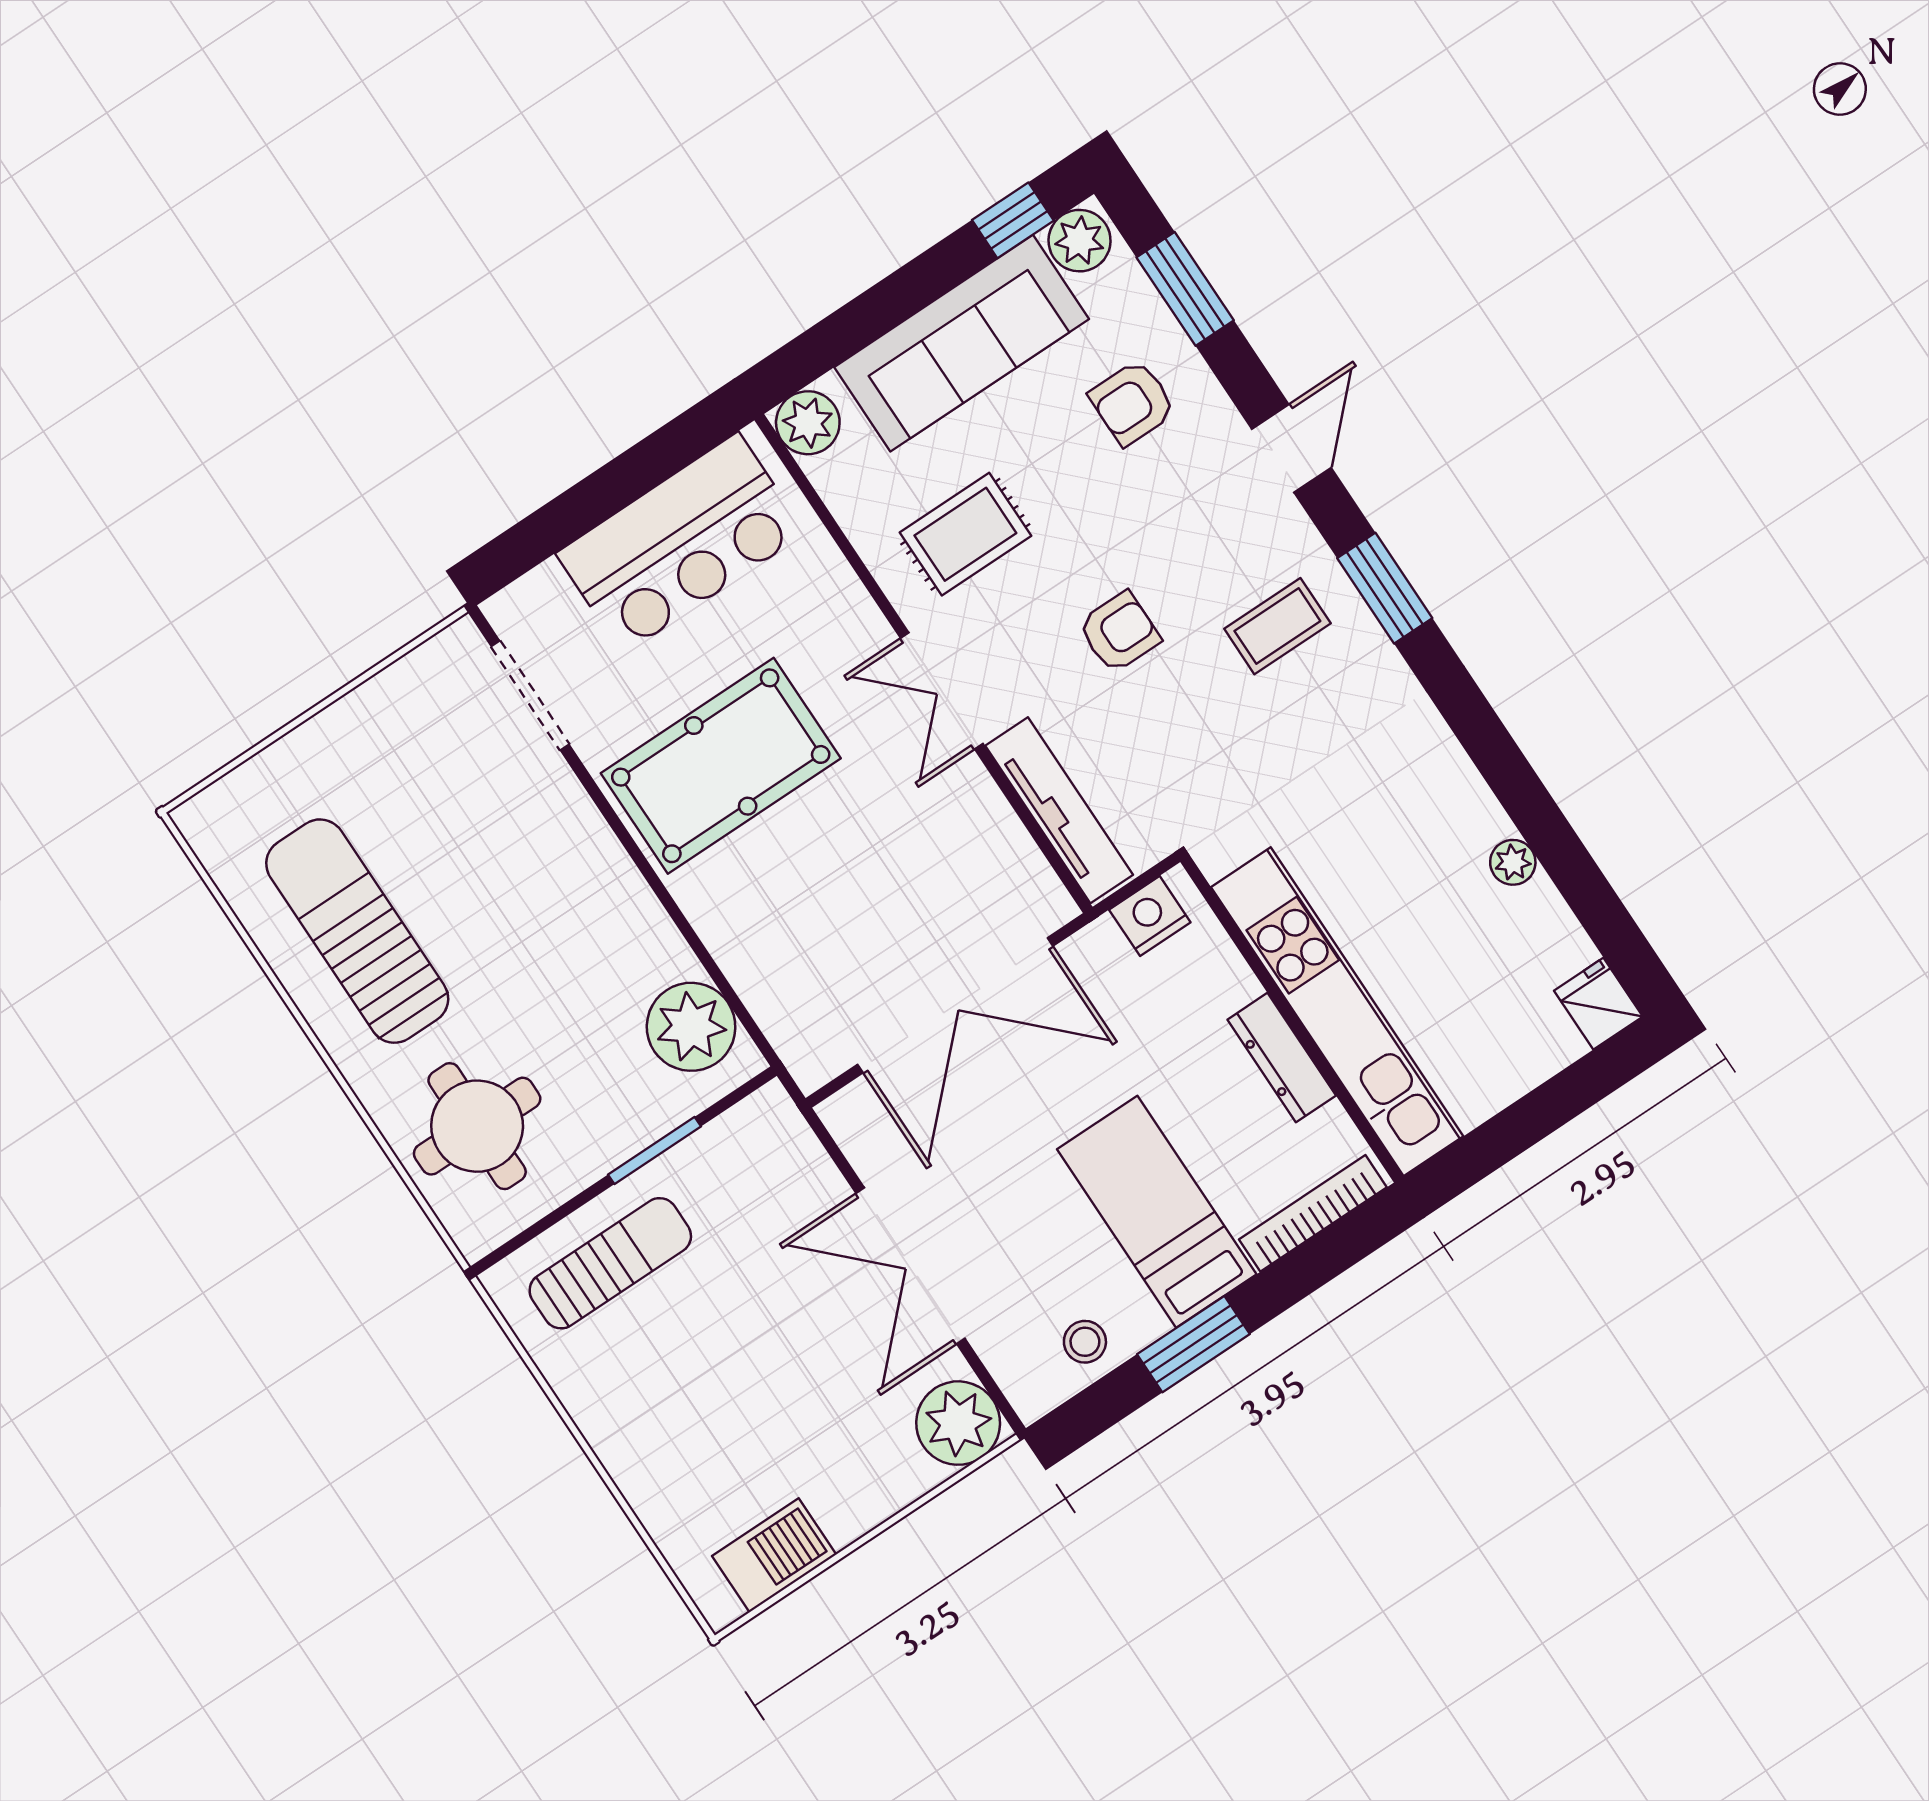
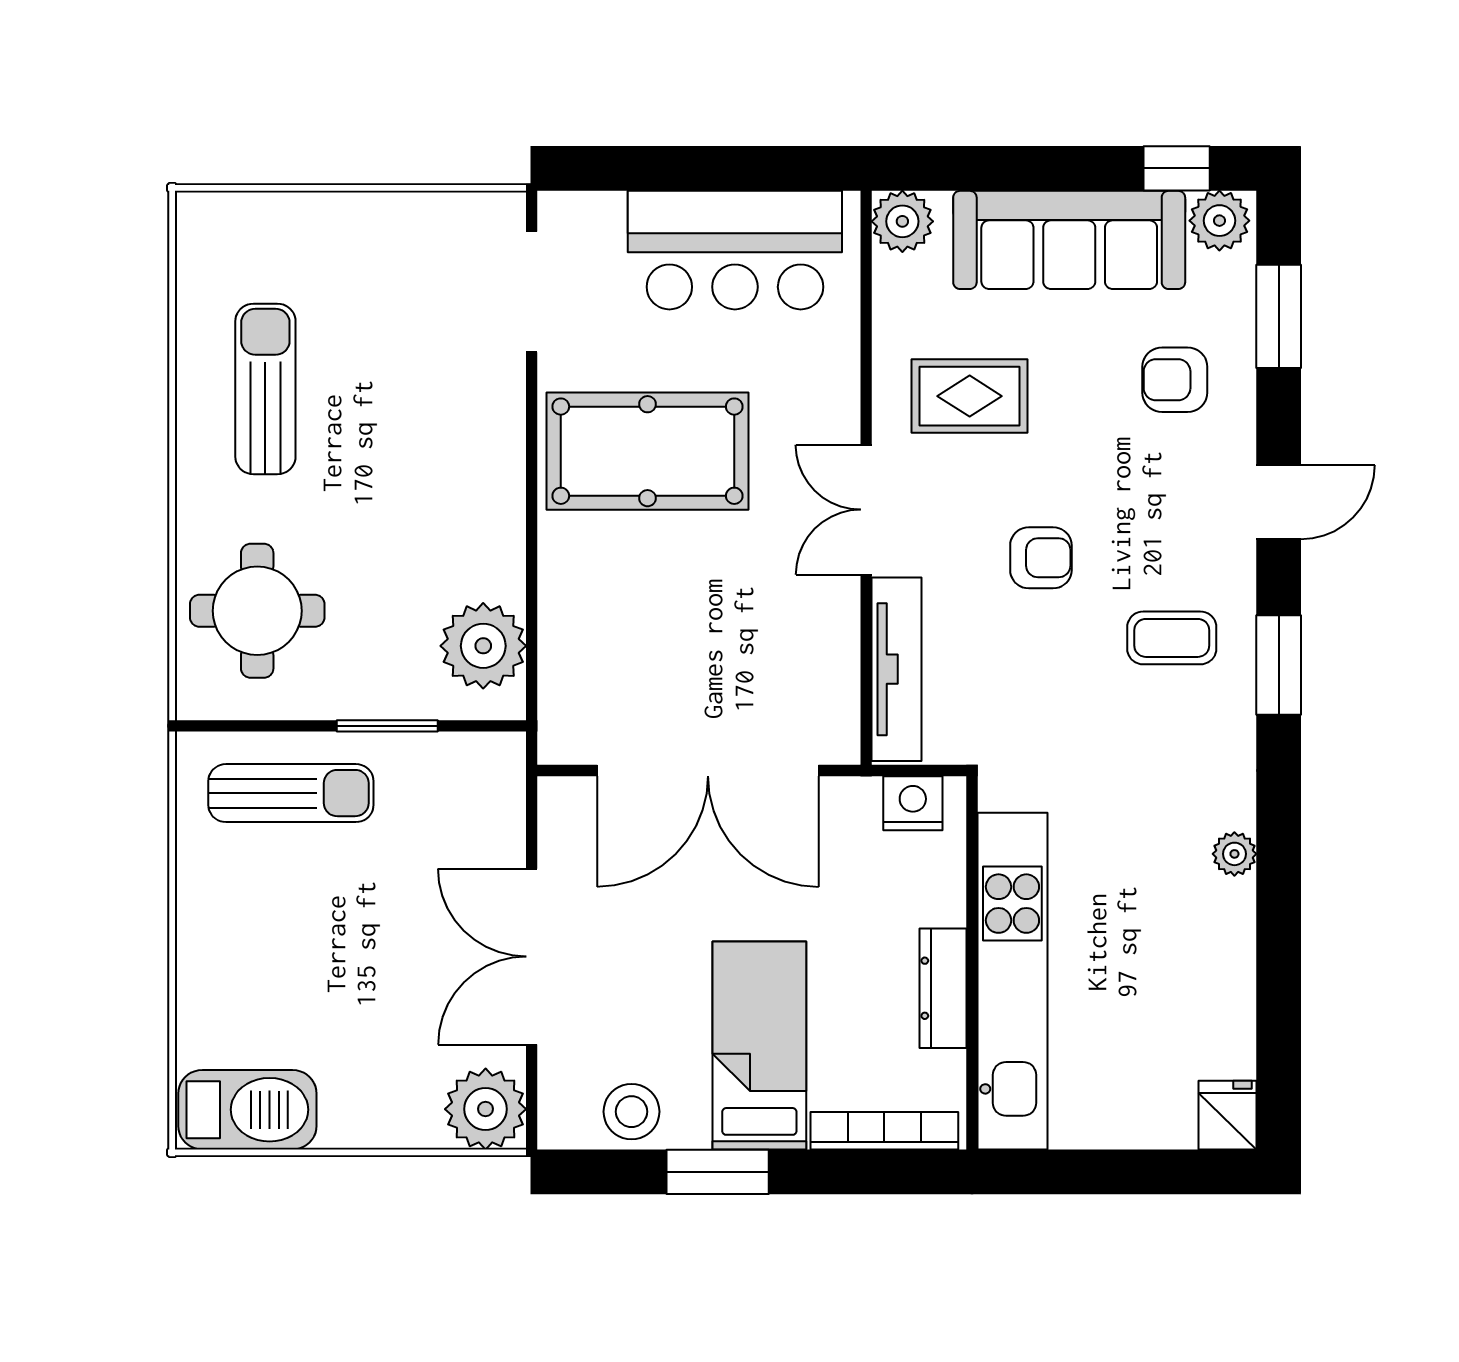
plant: (1513, 862) -> (1234, 854), moved
sun lounger: (357, 931) -> (265, 389), width x0.73, depth x0.75
stool: (1085, 1342) -> (631, 1112), width x1.37, depth x1.37
barbecue: (774, 1555) -> (247, 1110), width x1.37, depth x1.21

